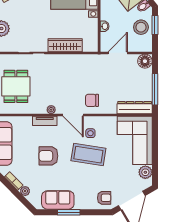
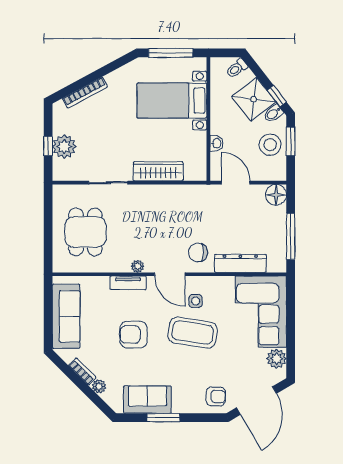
door: (118, 53) -> (236, 183), hinge flipped
dresser: (135, 108) -> (240, 263), moved

